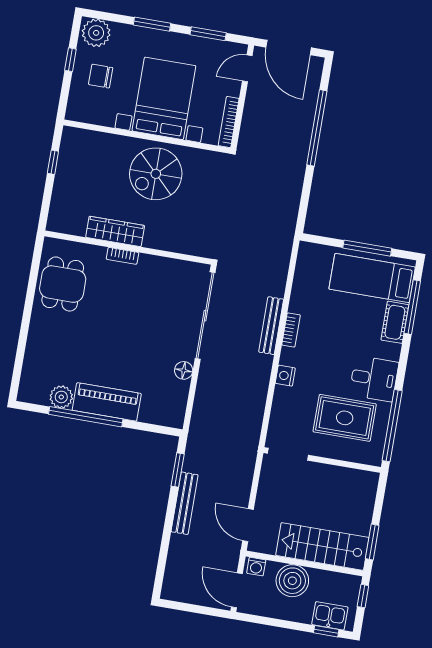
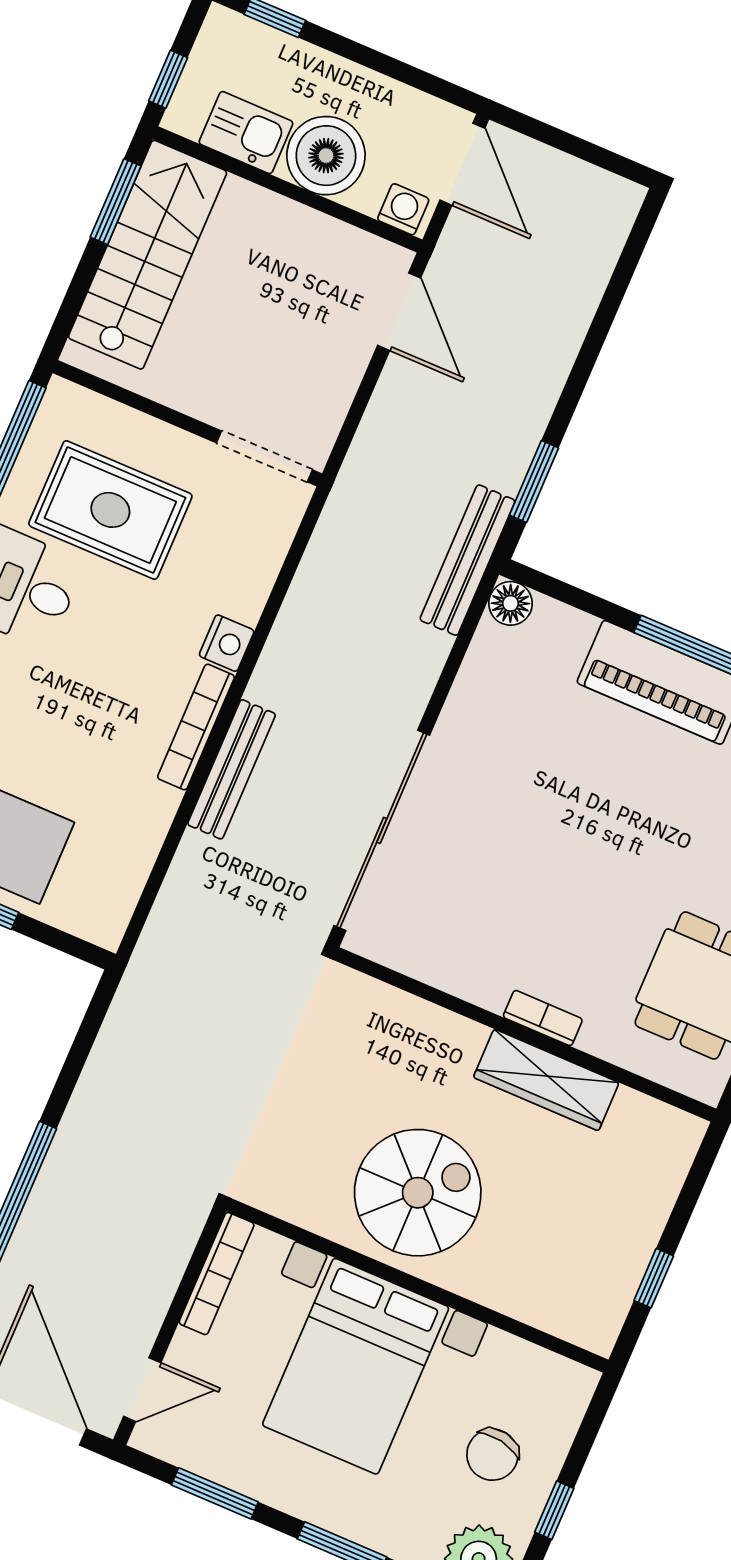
chair: (101, 76) -> (492, 1455), turned 100
bookcase: (291, 330) -> (196, 727), width x1.56
floor lamp: (184, 370) -> (510, 603), moved
bench: (185, 503) -> (467, 560), moved
stairs: (322, 546) -> (148, 255), moved, turned -90
kitchen sink: (330, 616) -> (246, 133), moved, turned 180

